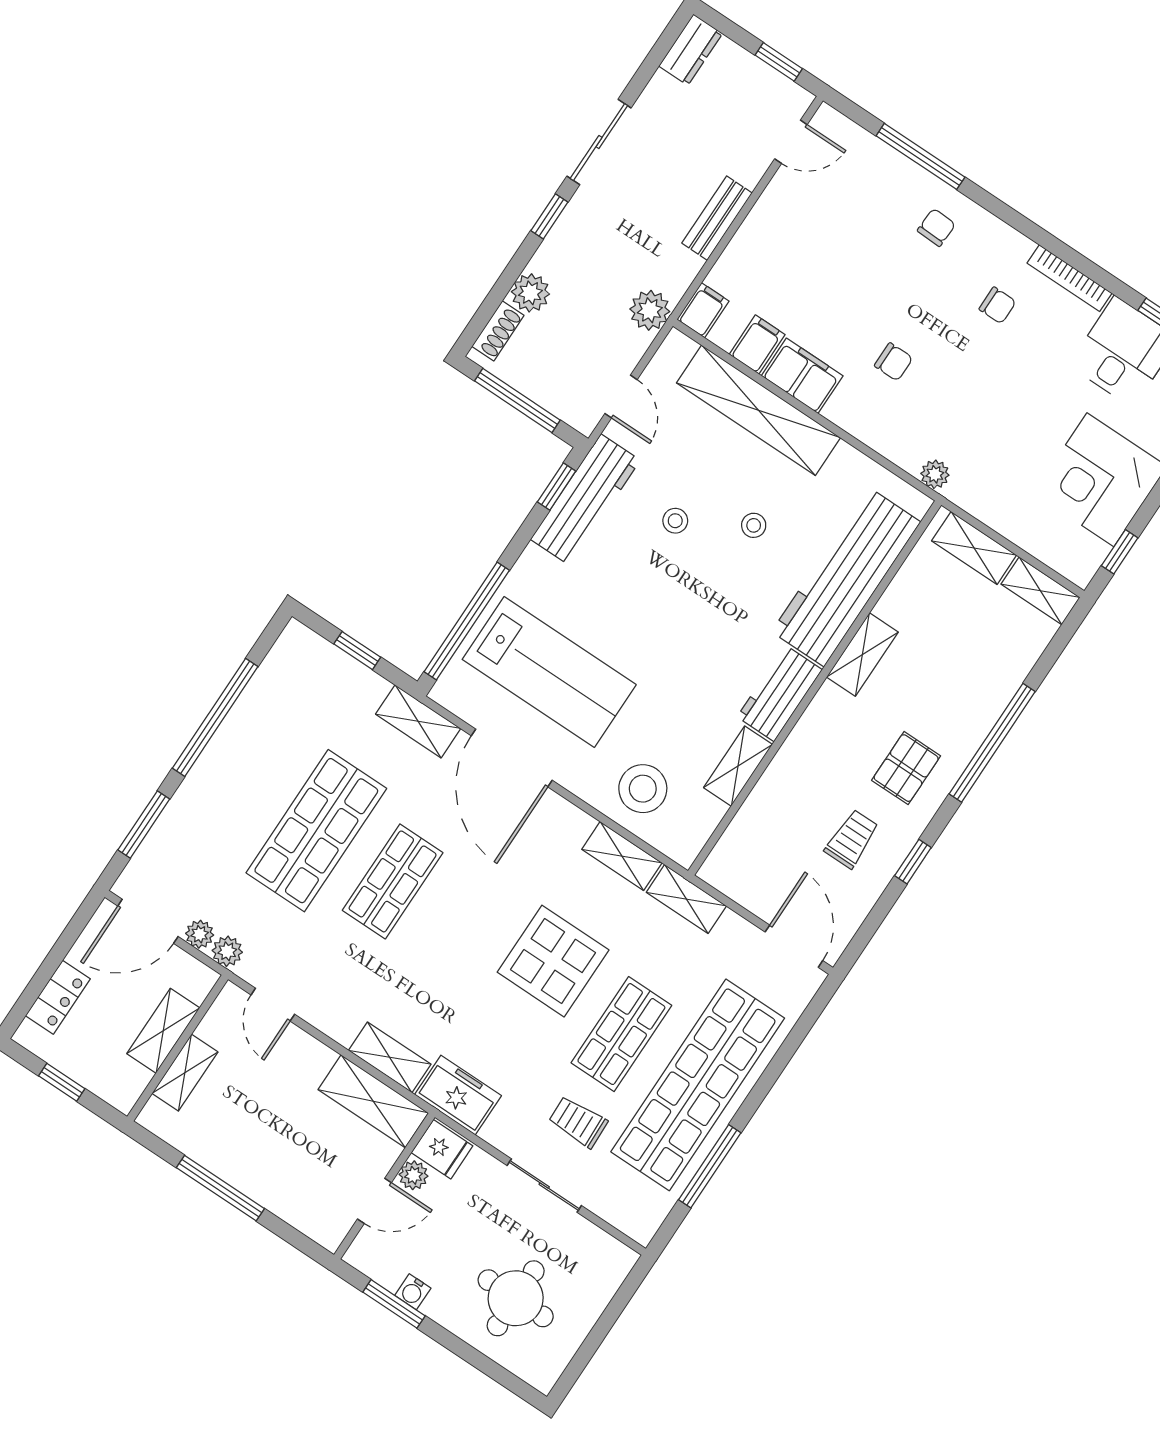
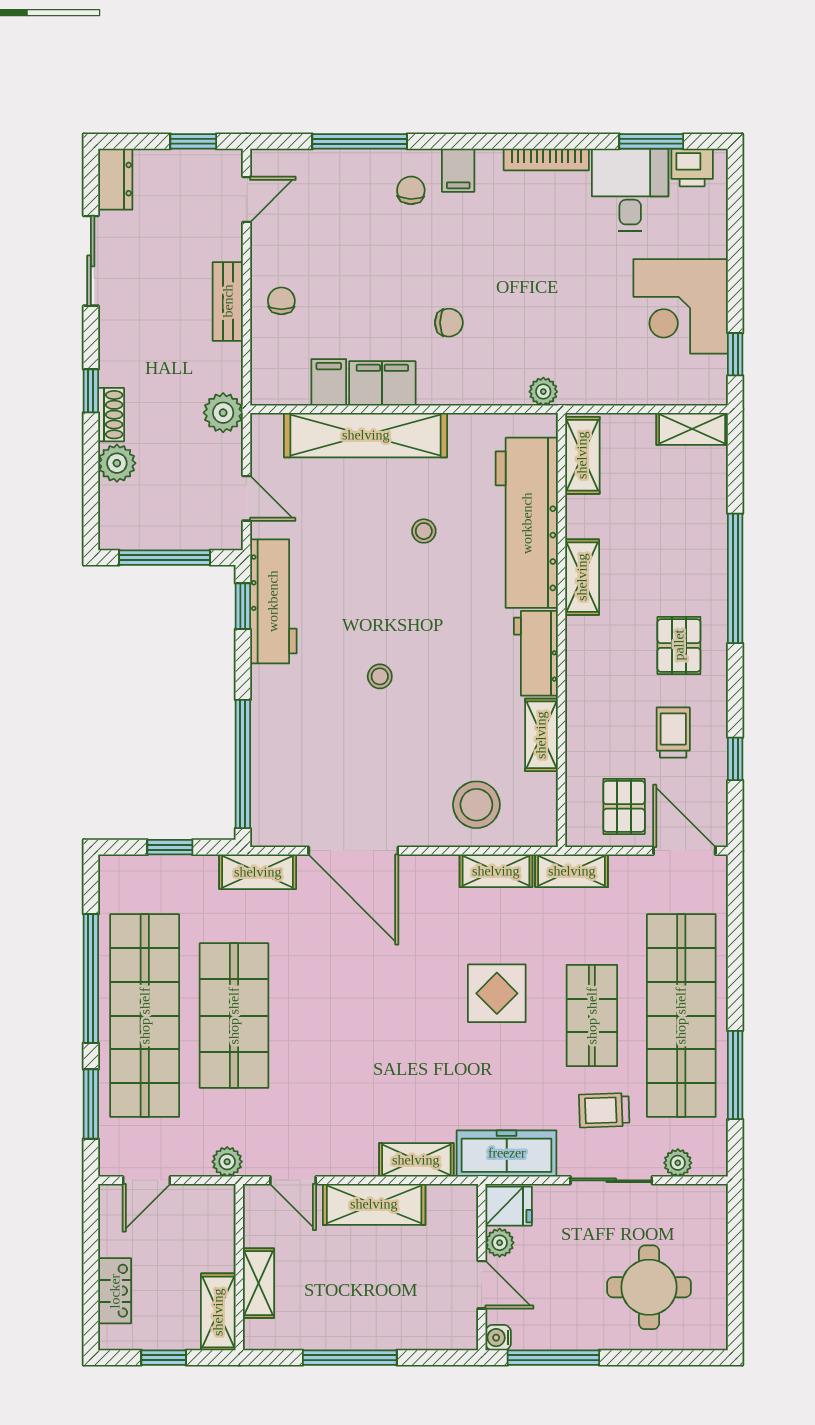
sliding door: (599, 142) -> (91, 261), moved
chair: (997, 305) -> (281, 301), moved, turned -90
filing cabinet: (703, 310) -> (458, 170), moved, turned 180
shoe rack: (498, 331) -> (111, 415), moved
stool: (675, 521) -> (380, 676), moved
shelving: (974, 548) -> (582, 455), moved, turned 90
lab bench: (549, 672) -> (337, 761), removed
window: (913, 862) -> (735, 759), moved
pallet: (768, 874) -> (624, 806), added
shop shelf: (393, 881) -> (145, 1016), moved, width x2.00, depth x1.36
door: (148, 921) -> (146, 1180), width x0.73
plant: (200, 934) -> (678, 1163), moved
display table: (553, 961) -> (497, 993), width x0.73, depth x0.73
shelving: (163, 1031) -> (218, 1312), moved
freezer: (458, 1095) -> (507, 1153), width x1.40
shelving: (373, 1101) -> (374, 1204), moved
door: (374, 1201) -> (482, 1285), hinge flipped
water cooler: (413, 1292) -> (498, 1338), moved, turned 90
window: (394, 1304) -> (553, 1358), width x1.44

